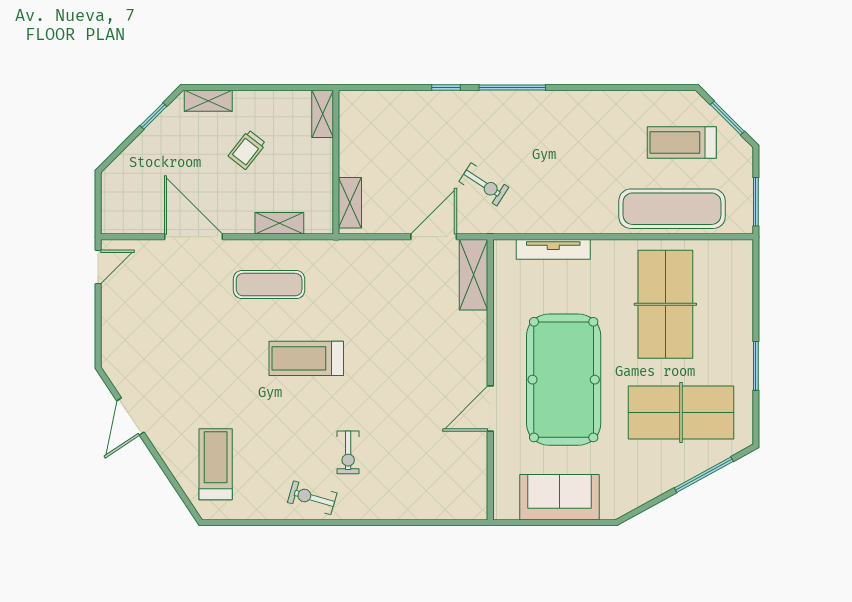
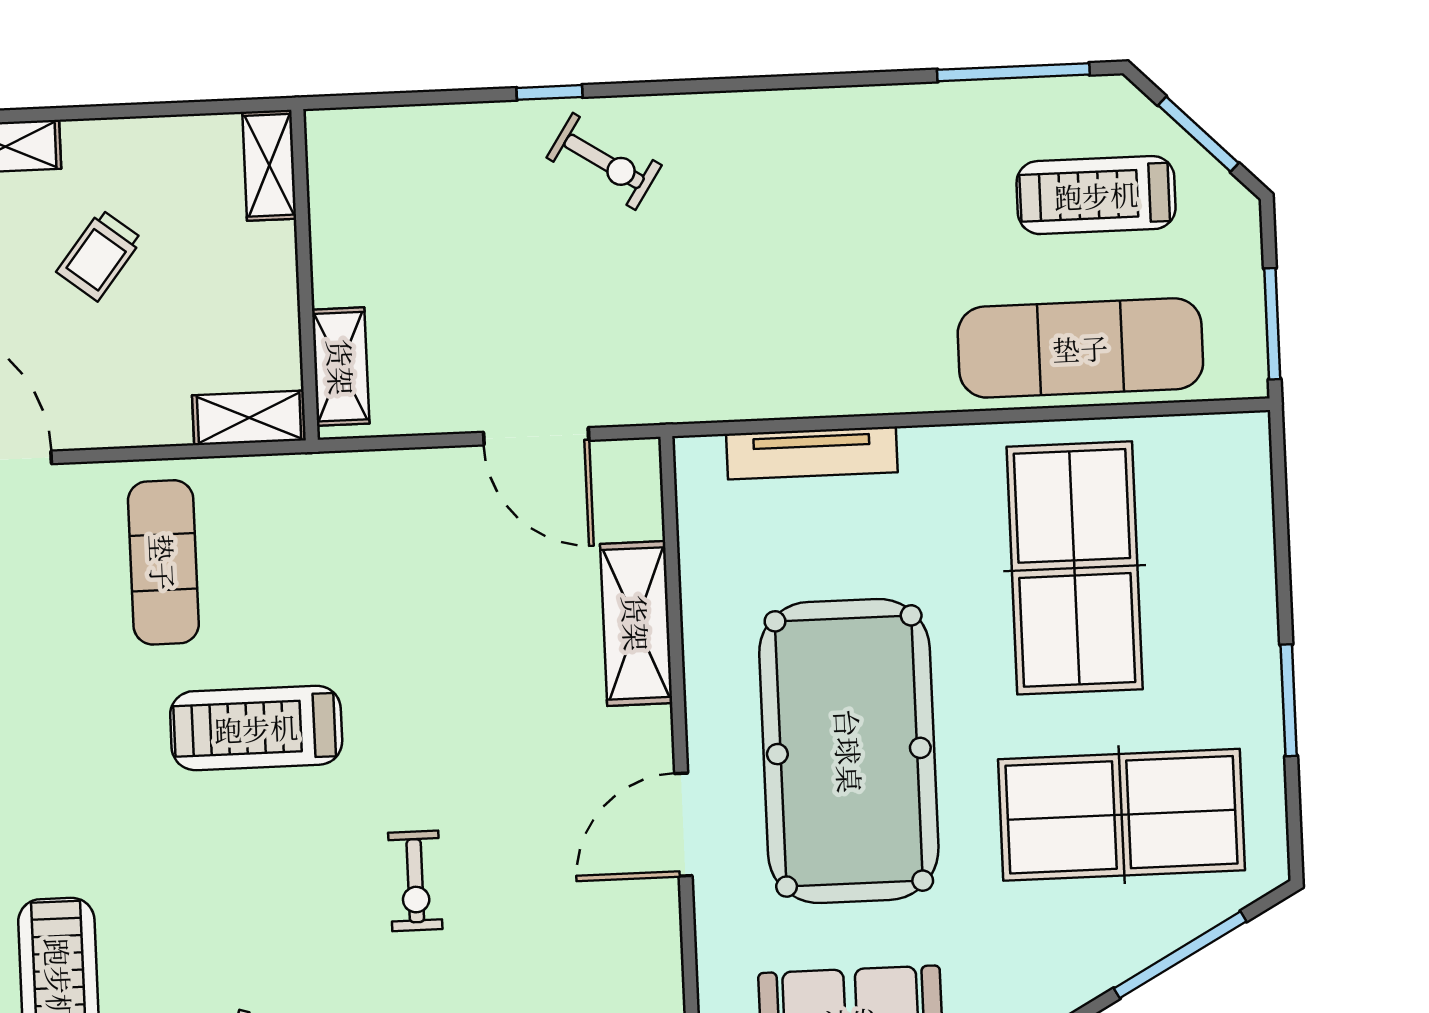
window: (512, 87) -> (1013, 72), moved
exercise bike: (484, 184) -> (604, 161), moved
shelving: (279, 223) -> (249, 418), moved
door: (434, 237) -> (536, 436), swing flipped
shelving: (474, 275) -> (636, 623), moved
exercise mat: (269, 285) -> (163, 562), turned 90
exercise bike: (348, 452) -> (415, 881), moved

